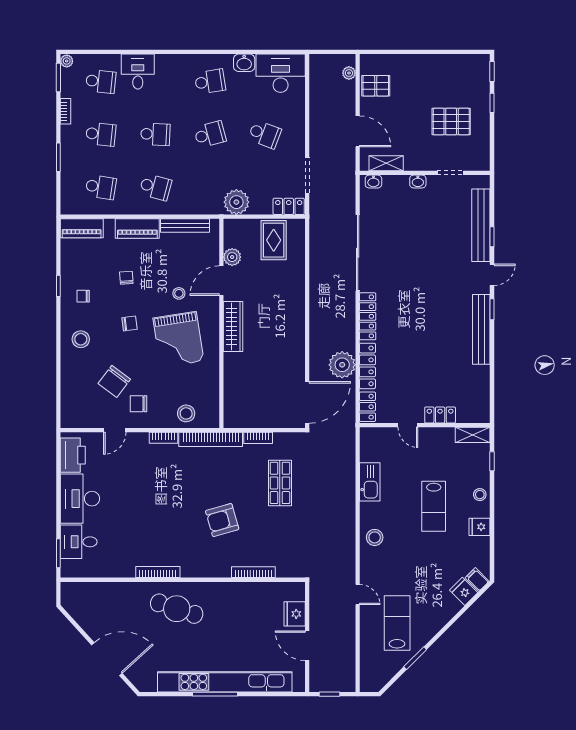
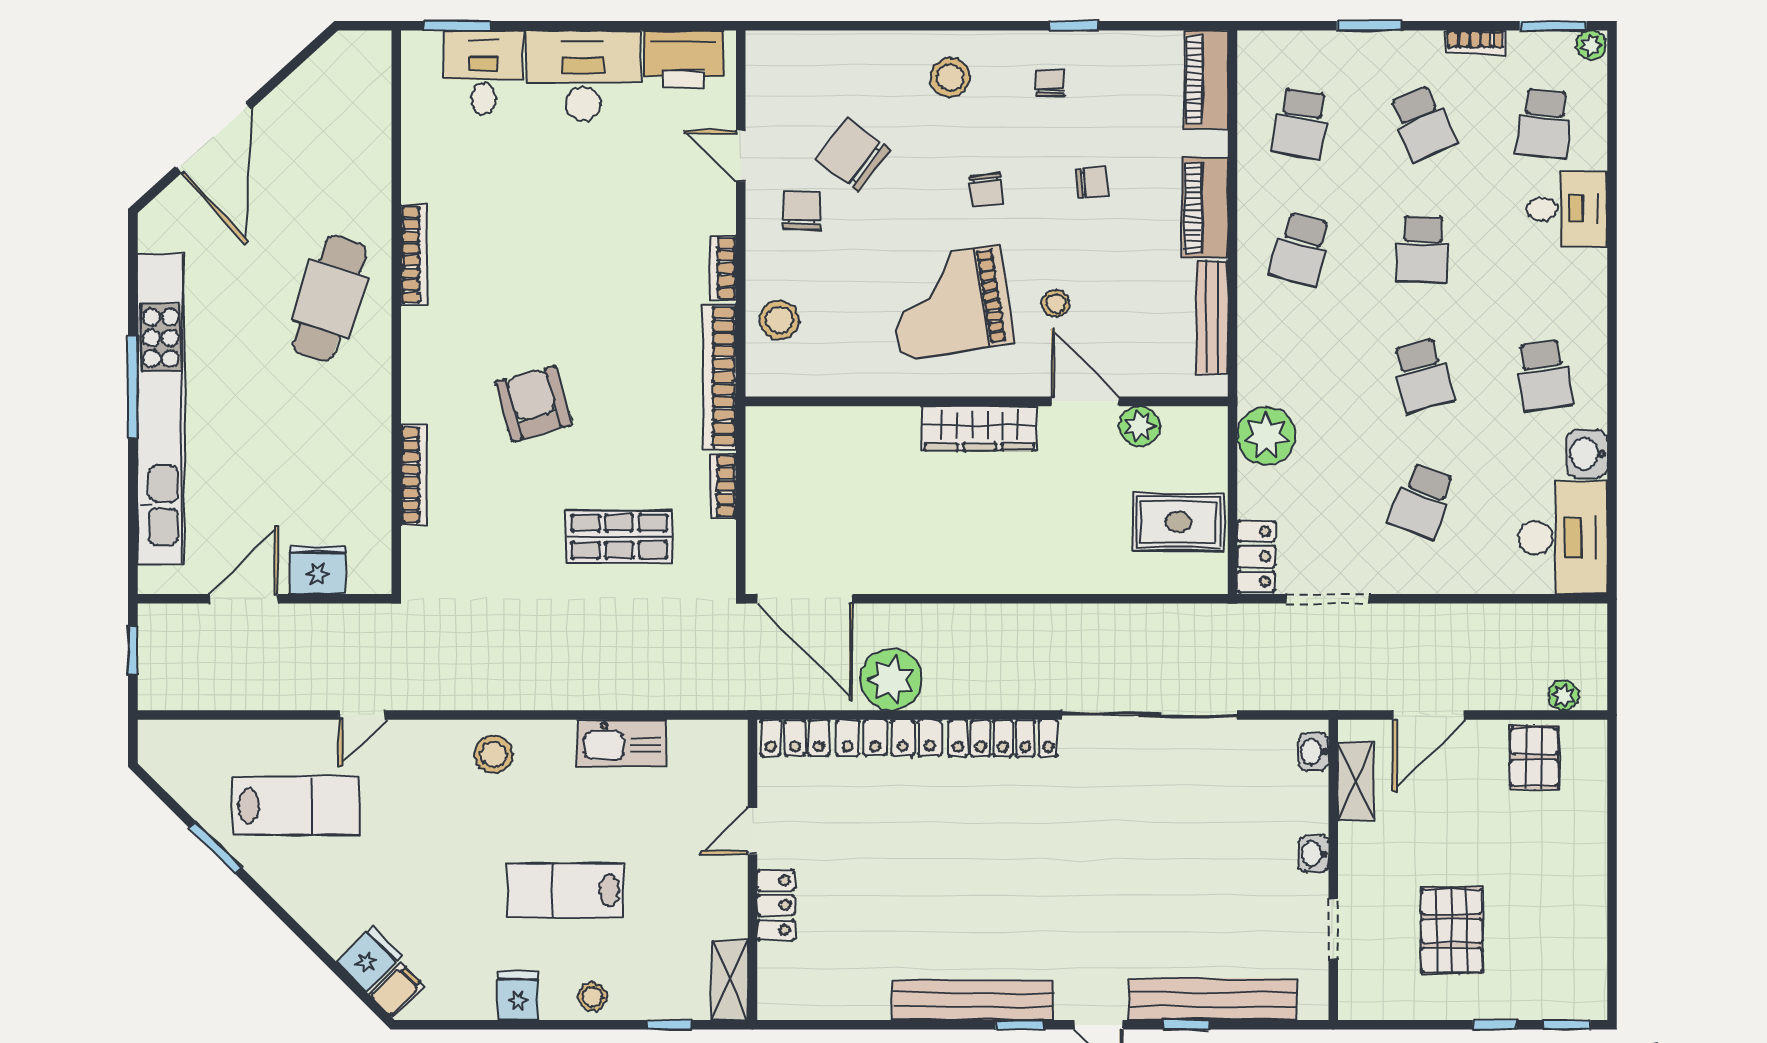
school desk: (101, 134) -> (1422, 124), turned -30

